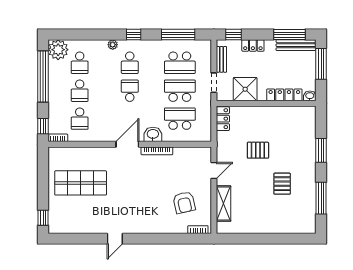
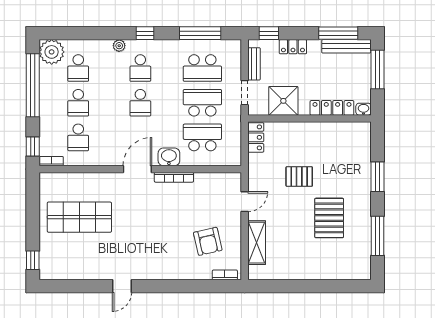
school desk: (130, 91) -> (140, 103), turned 180
pallet: (282, 184) -> (329, 218), width x1.50, depth x1.42

